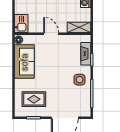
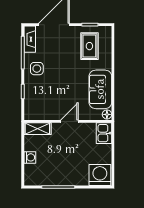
door: (51, 34) -> (69, 121), swing flipped
fireplace: (86, 54) -> (30, 39), moved
rug: (34, 99) -> (89, 46), turned 90

